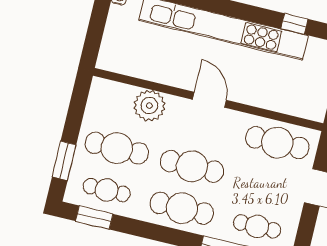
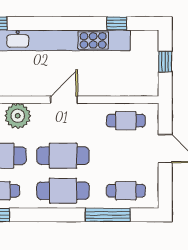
door: (209, 100) -> (64, 100), hinge flipped
cafe table: (277, 143) -> (126, 121), width x0.73, depth x0.74

